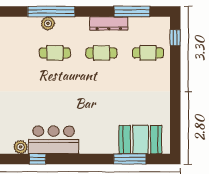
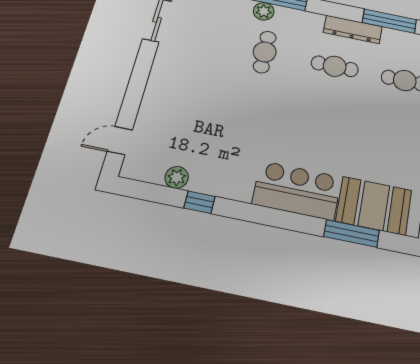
cafe table: (55, 53) -> (265, 52), turned 90
bar counter: (54, 140) -> (297, 190), moved

